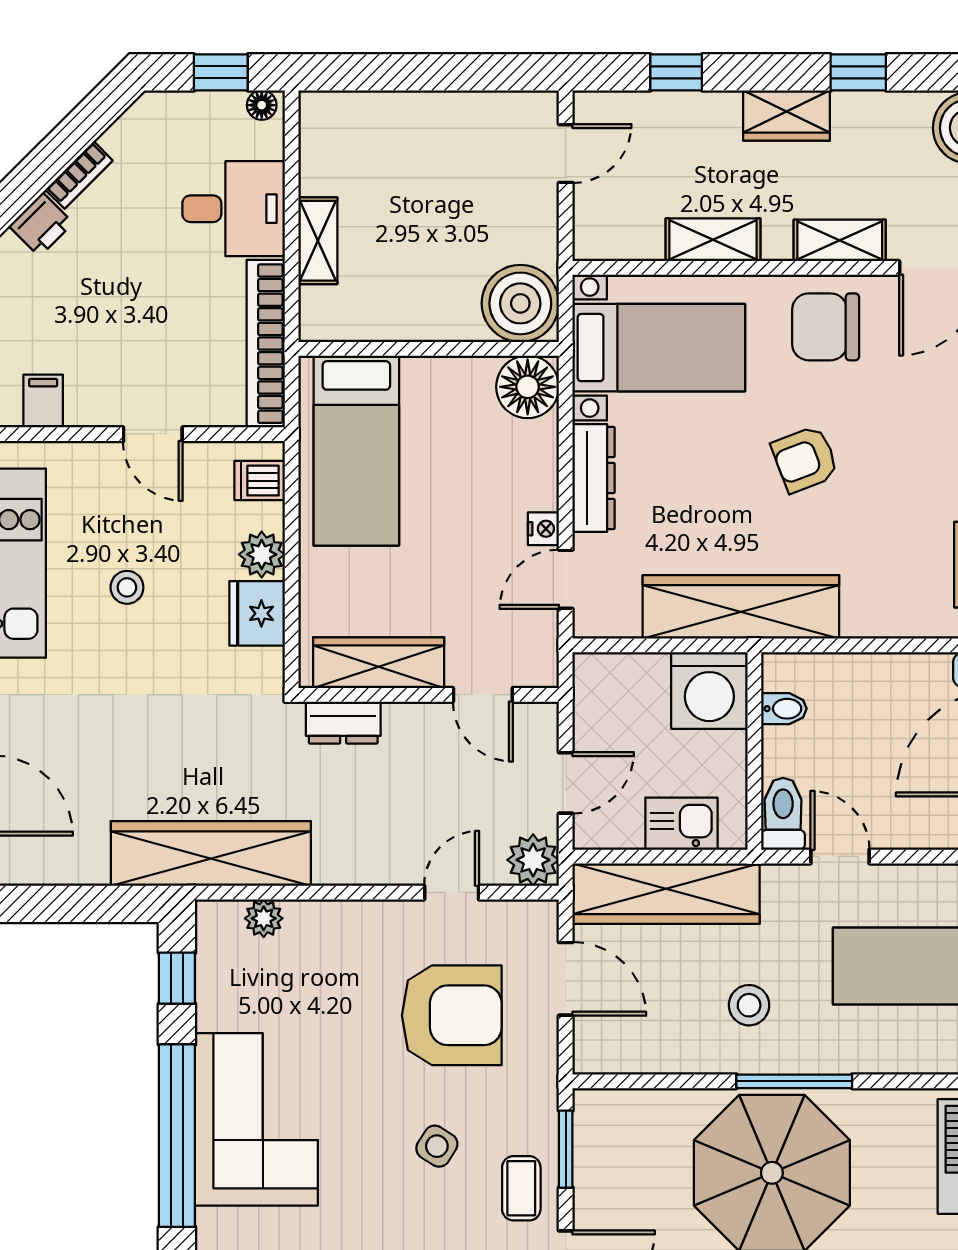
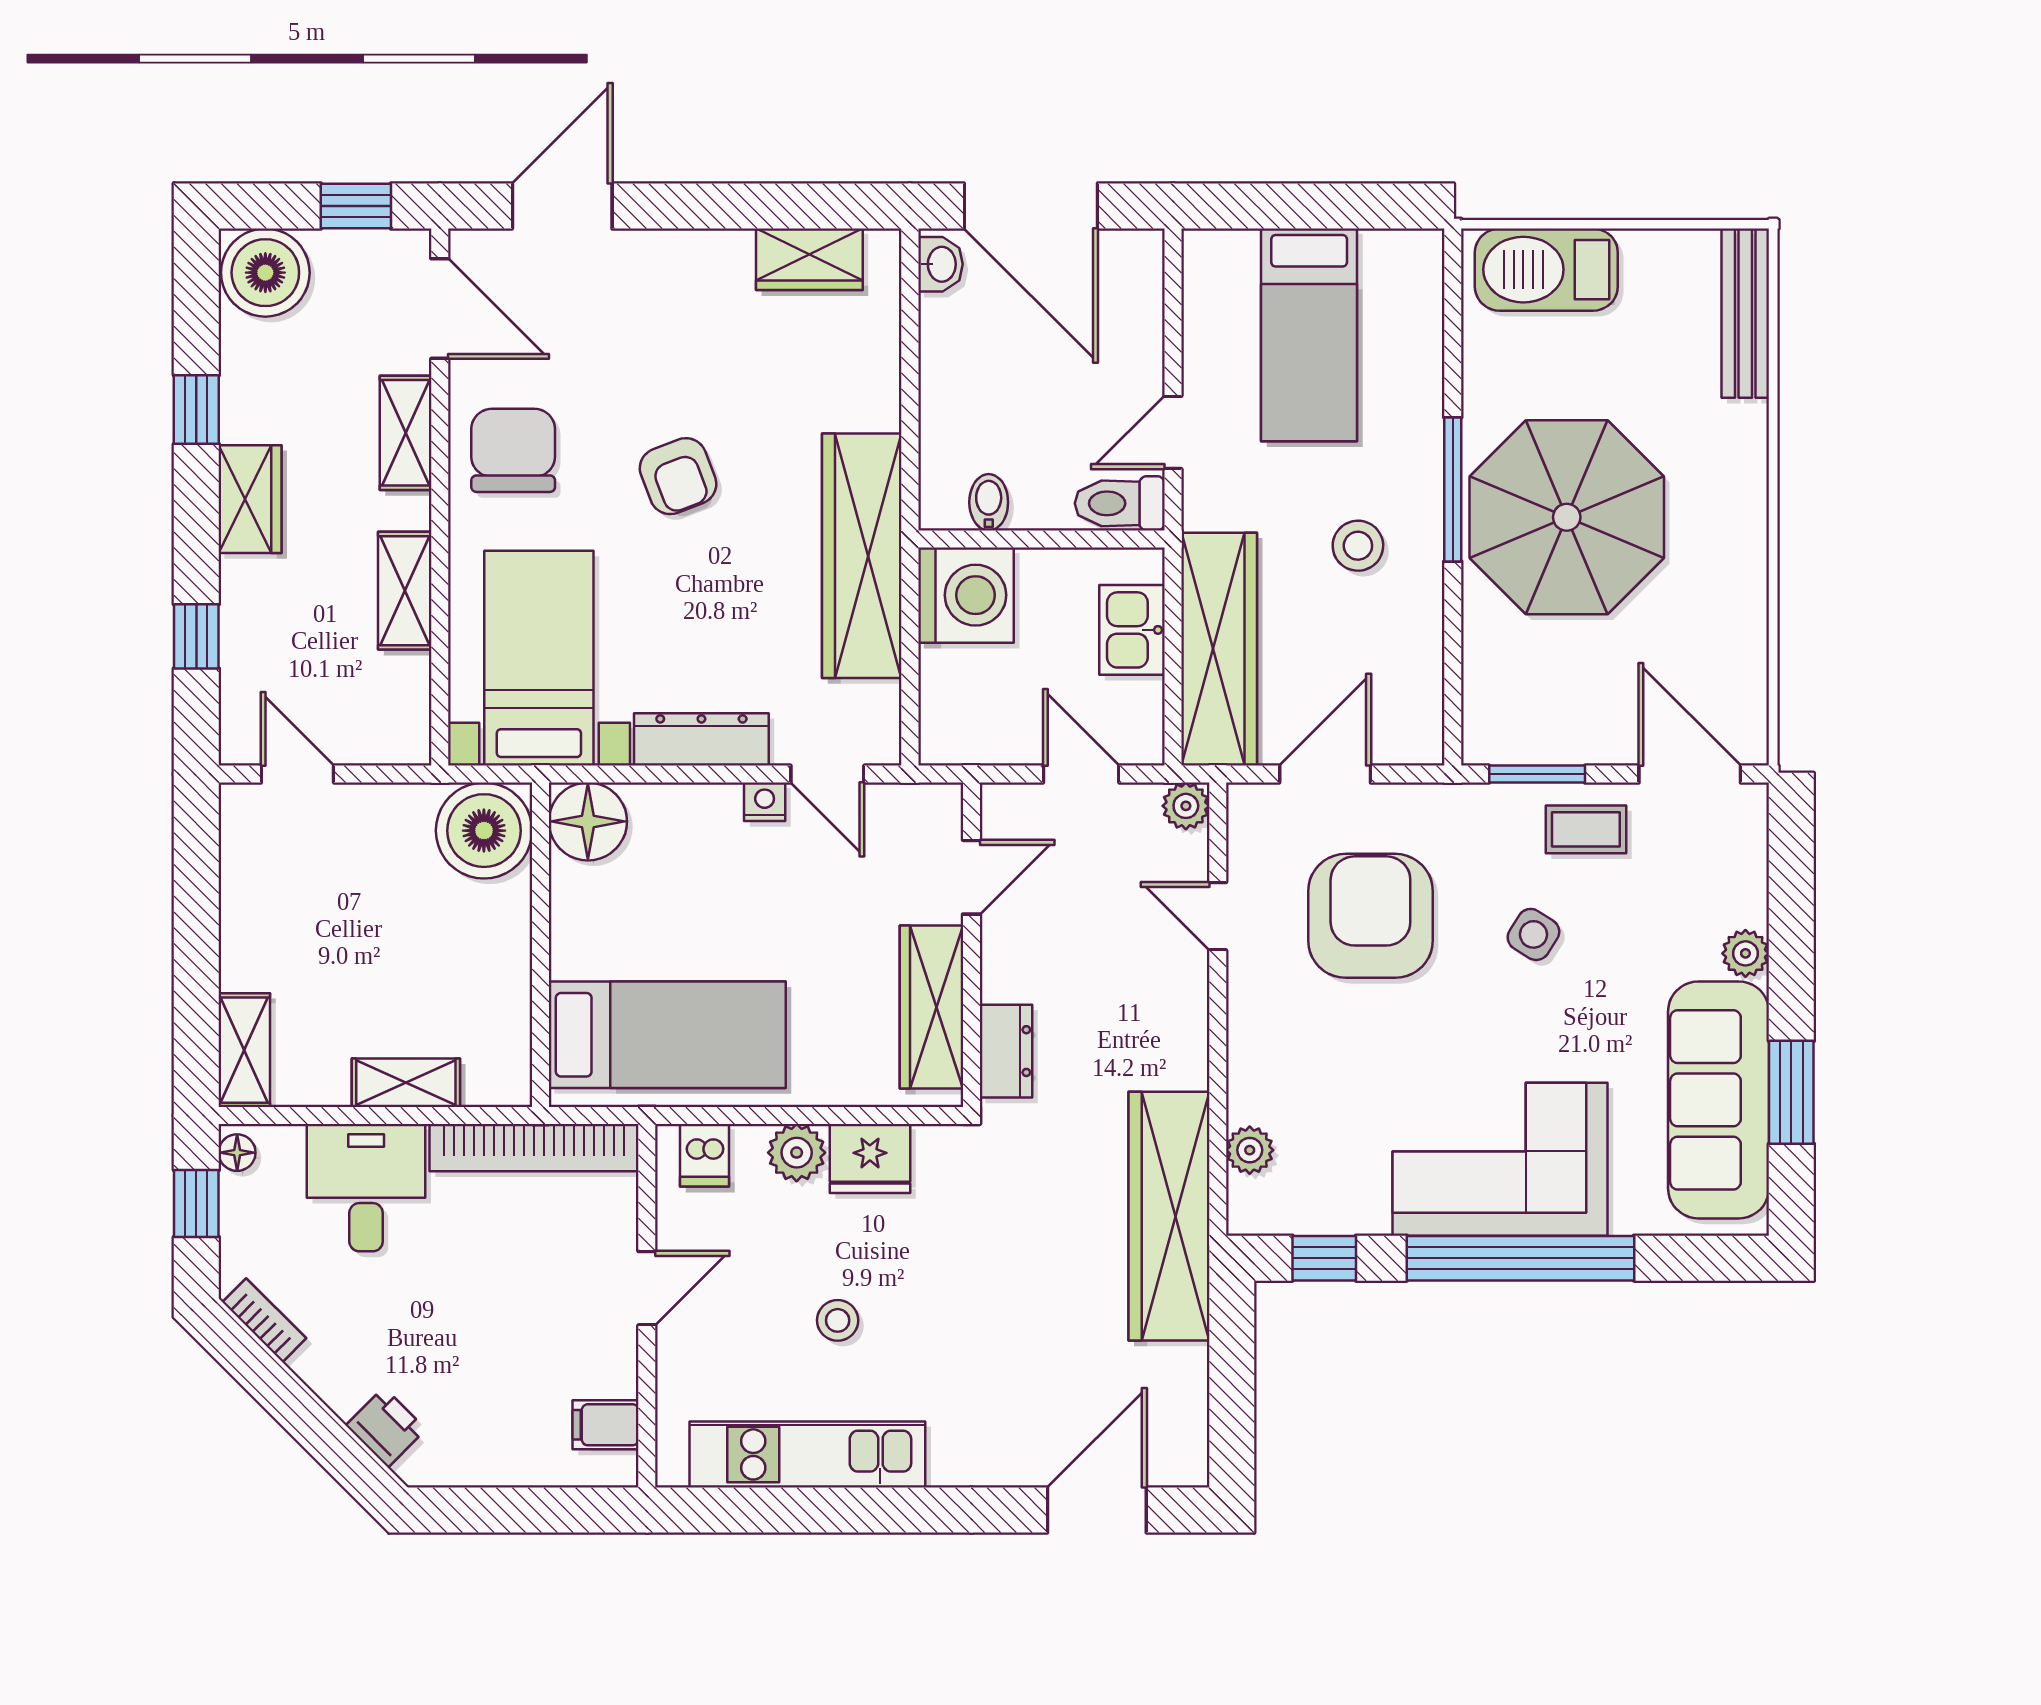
shelving: (344, 111) -> (244, 1050), added
bookcase: (79, 175) -> (264, 1320), moved
chair: (826, 327) -> (513, 450), turned 180
plant: (533, 860) -> (1186, 806), width x0.73, depth x0.73

